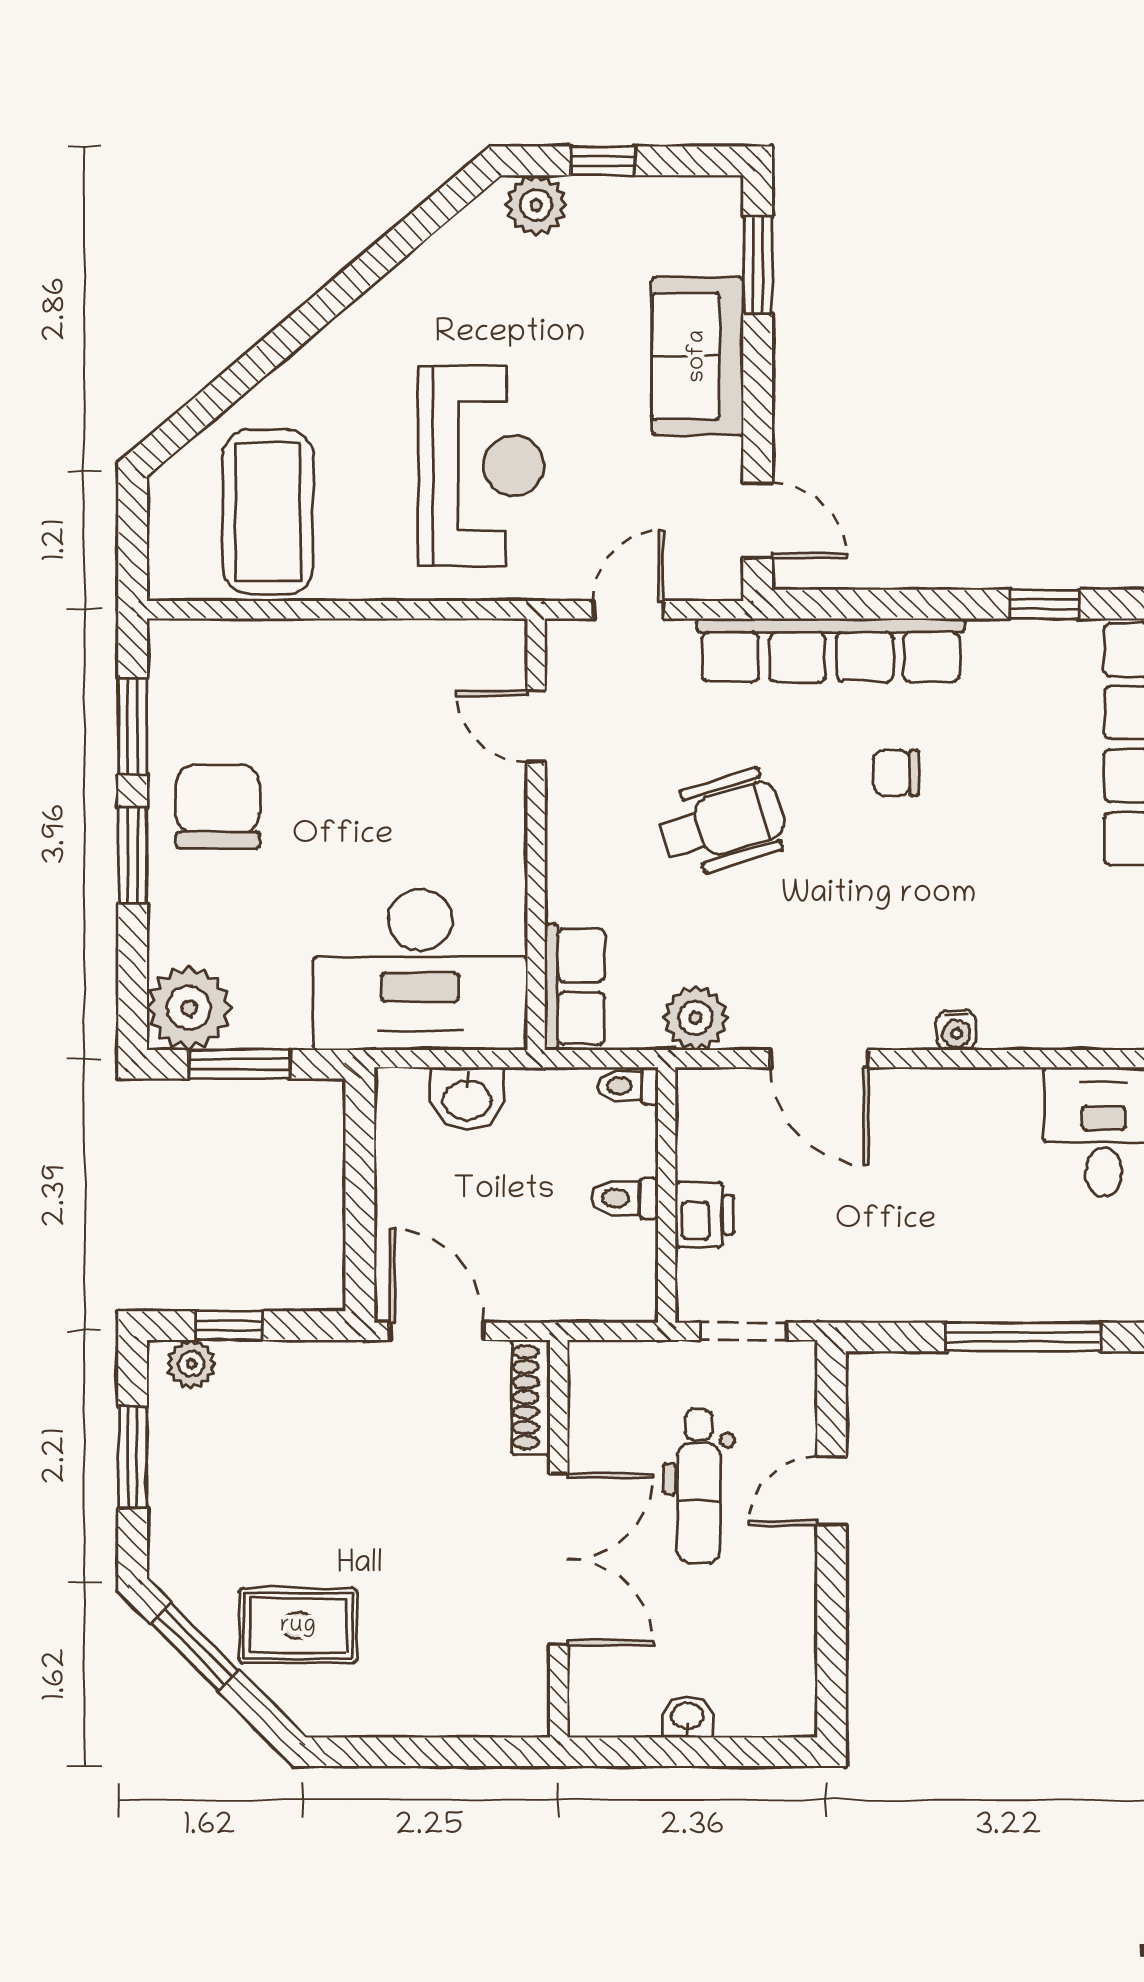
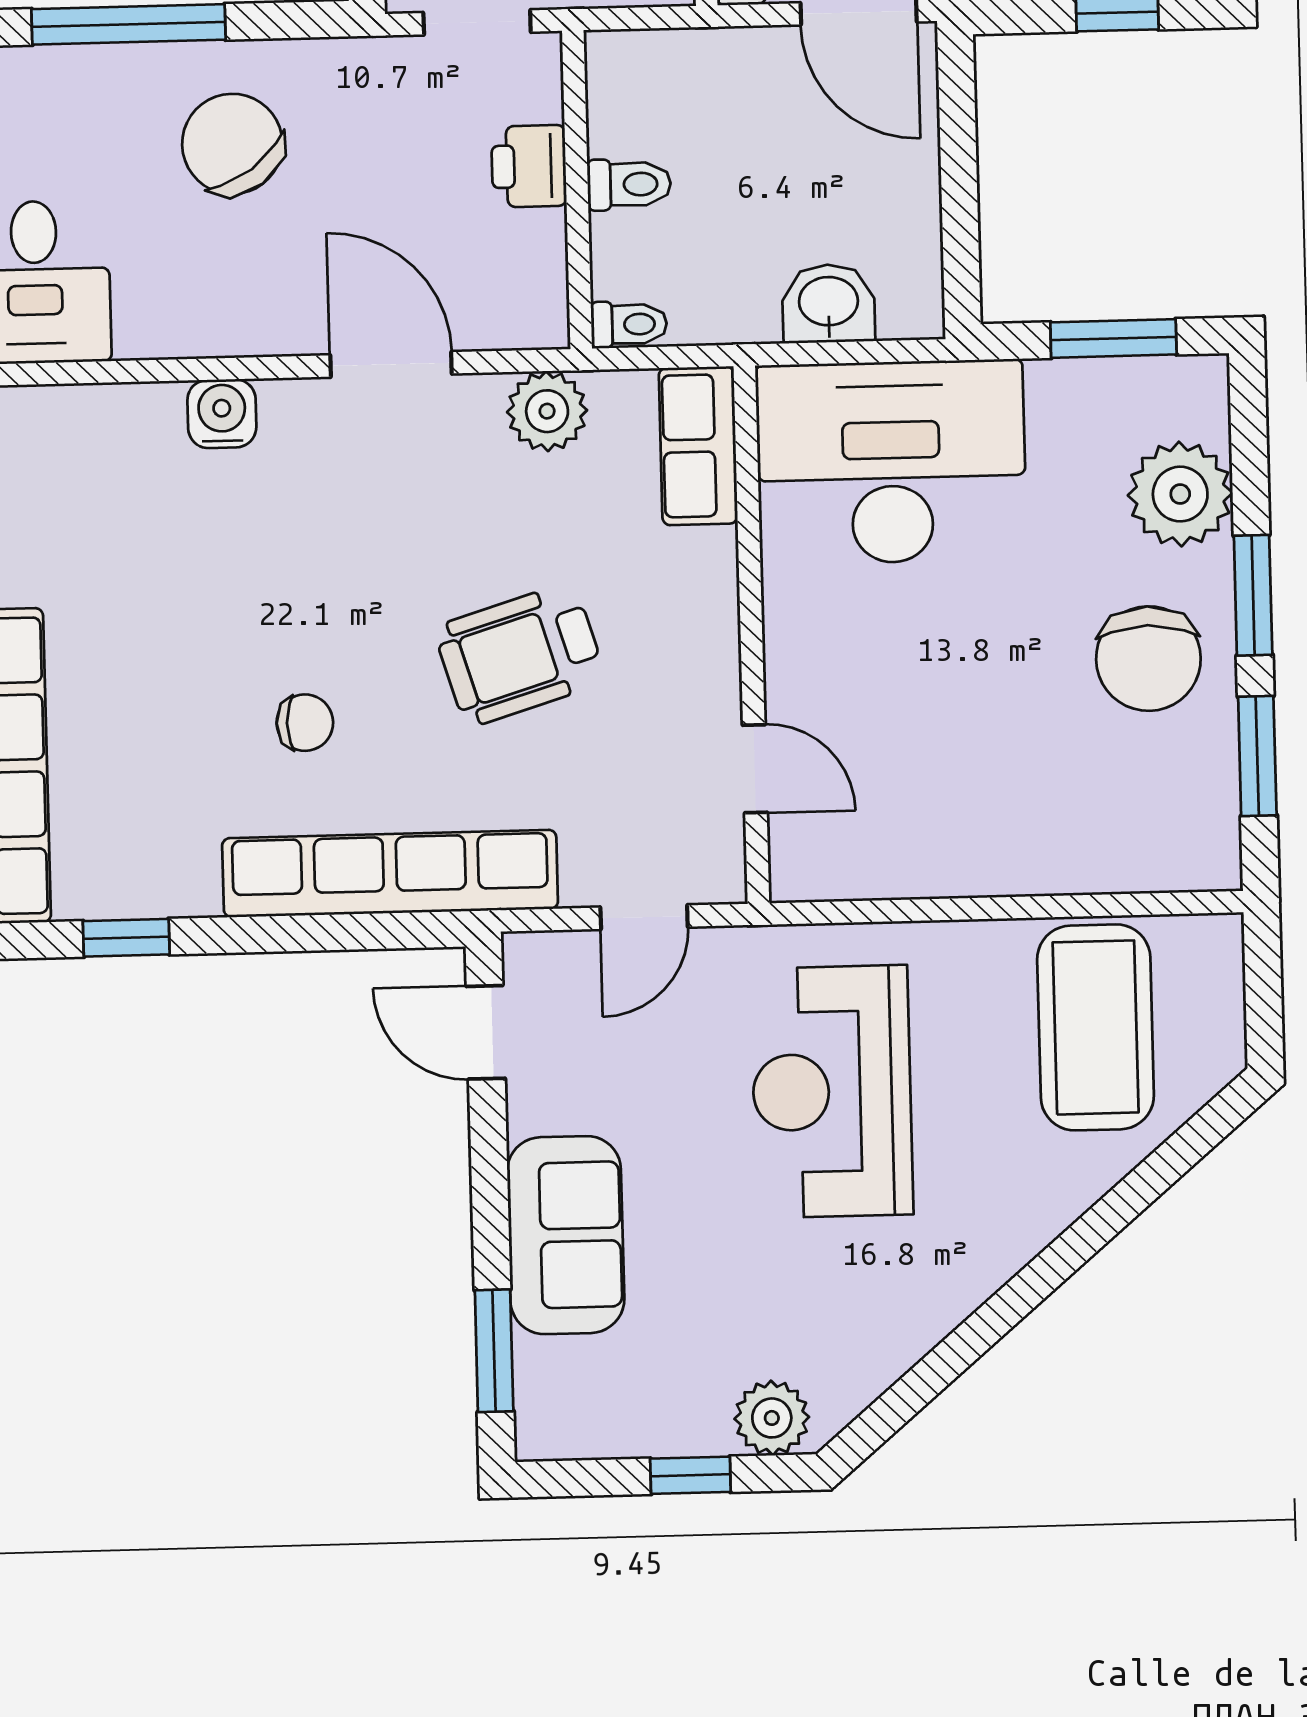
plant: (189, 1008) -> (1180, 494), moved
water cooler: (956, 1030) -> (222, 414), width x1.38, depth x1.38
chair: (942, 1239) -> (232, 144), added

